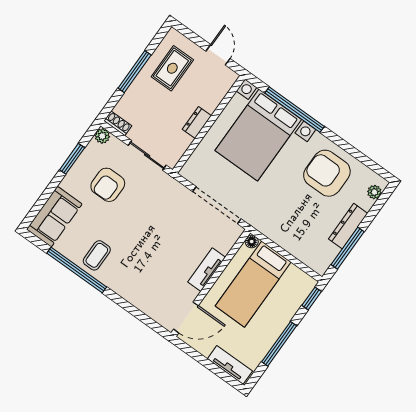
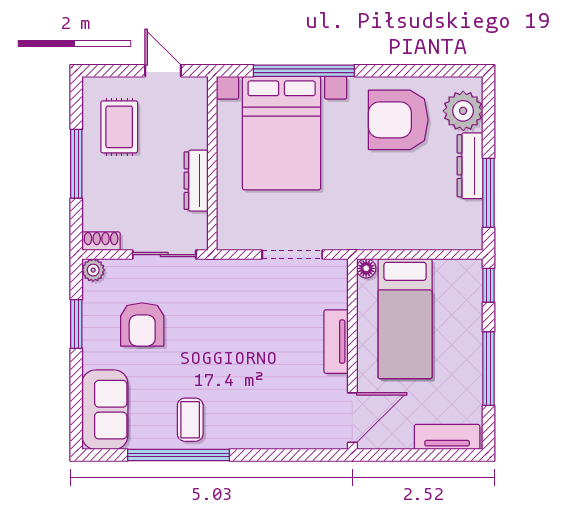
dresser: (197, 122) -> (196, 181), width x1.44
plant: (374, 192) -> (463, 111), width x1.88, depth x1.88
doorway: (217, 205) -> (292, 255), width x0.73

